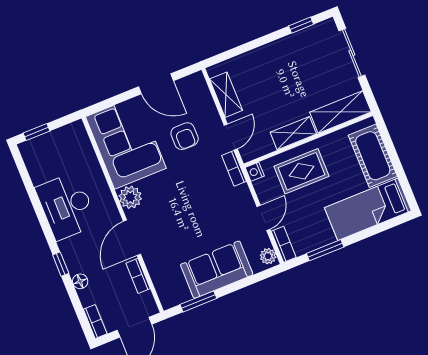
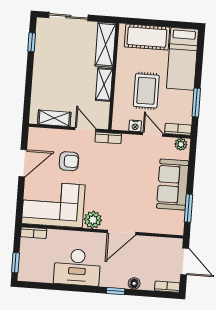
rug: (302, 171) -> (146, 91), moved
nightstand: (255, 172) -> (135, 126), moved
door: (132, 238) -> (122, 232), hinge flipped
bookcase: (138, 276) -> (34, 233), moved

